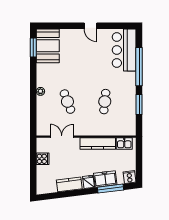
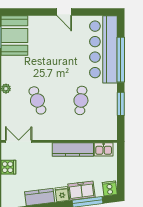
bar counter: (124, 50) -> (103, 49), width x1.36
double door: (62, 137) -> (19, 141), moved

